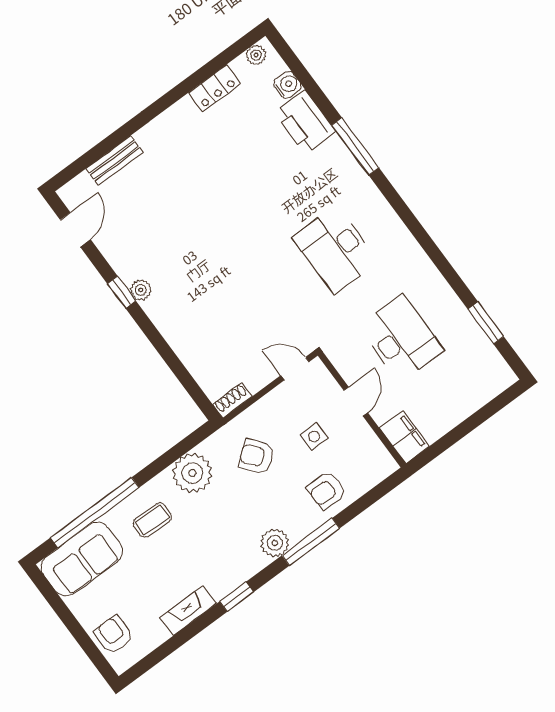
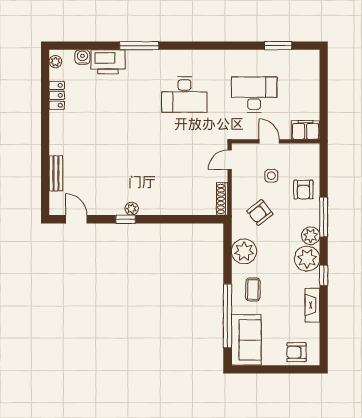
shoe rack: (232, 400) -> (222, 199), width x1.43
plant: (242, 560) -> (307, 259), added

